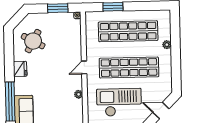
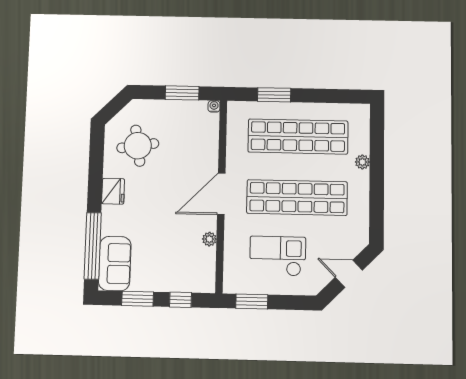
round table: (33, 41) -> (138, 146), turned -38
door: (84, 67) -> (221, 194), width x1.88
checkout: (119, 102) -> (278, 256), width x0.73, depth x0.83

